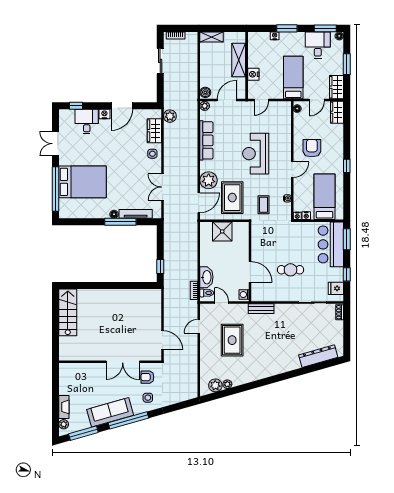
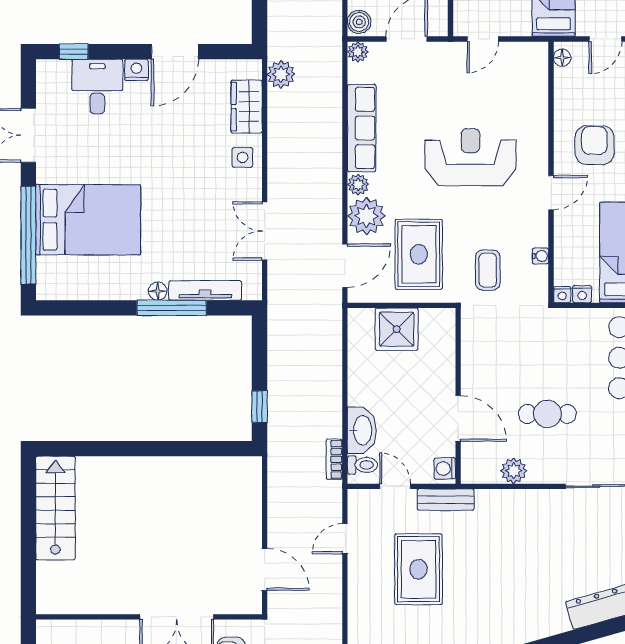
reception desk: (256, 154) -> (470, 157), turned 90
plant: (205, 166) -> (358, 185), added
plant: (275, 296) -> (514, 471), added
bench: (261, 309) -> (446, 500), moved

